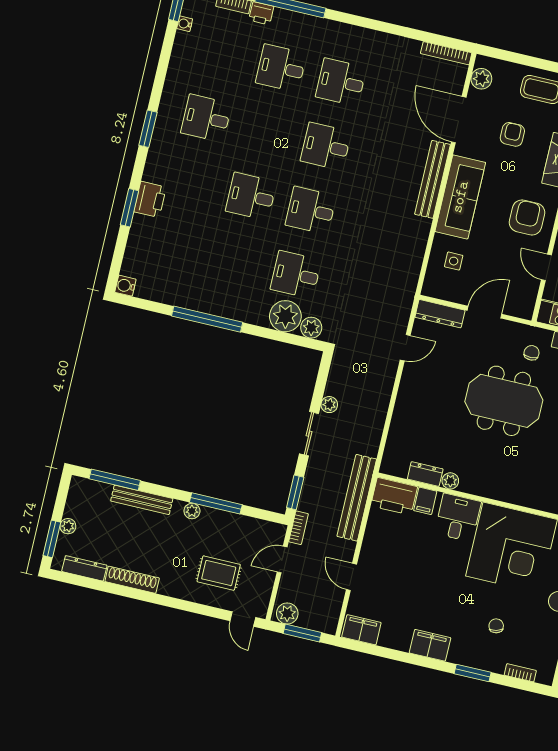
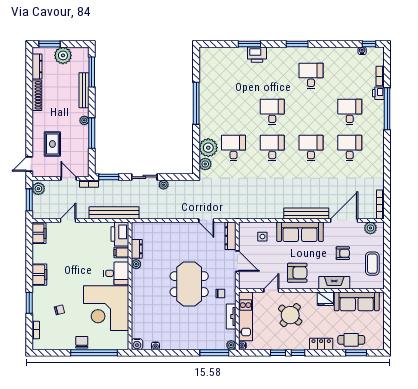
water cooler: (125, 286) -> (204, 52), removed
plant: (68, 526) -> (63, 55), width x1.88, depth x1.88

